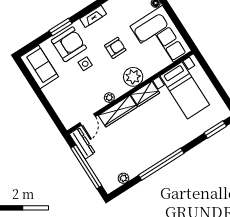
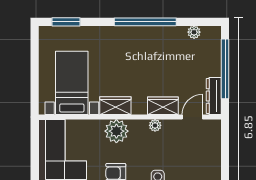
wardrobe: (118, 111) -> (163, 106), width x0.67

